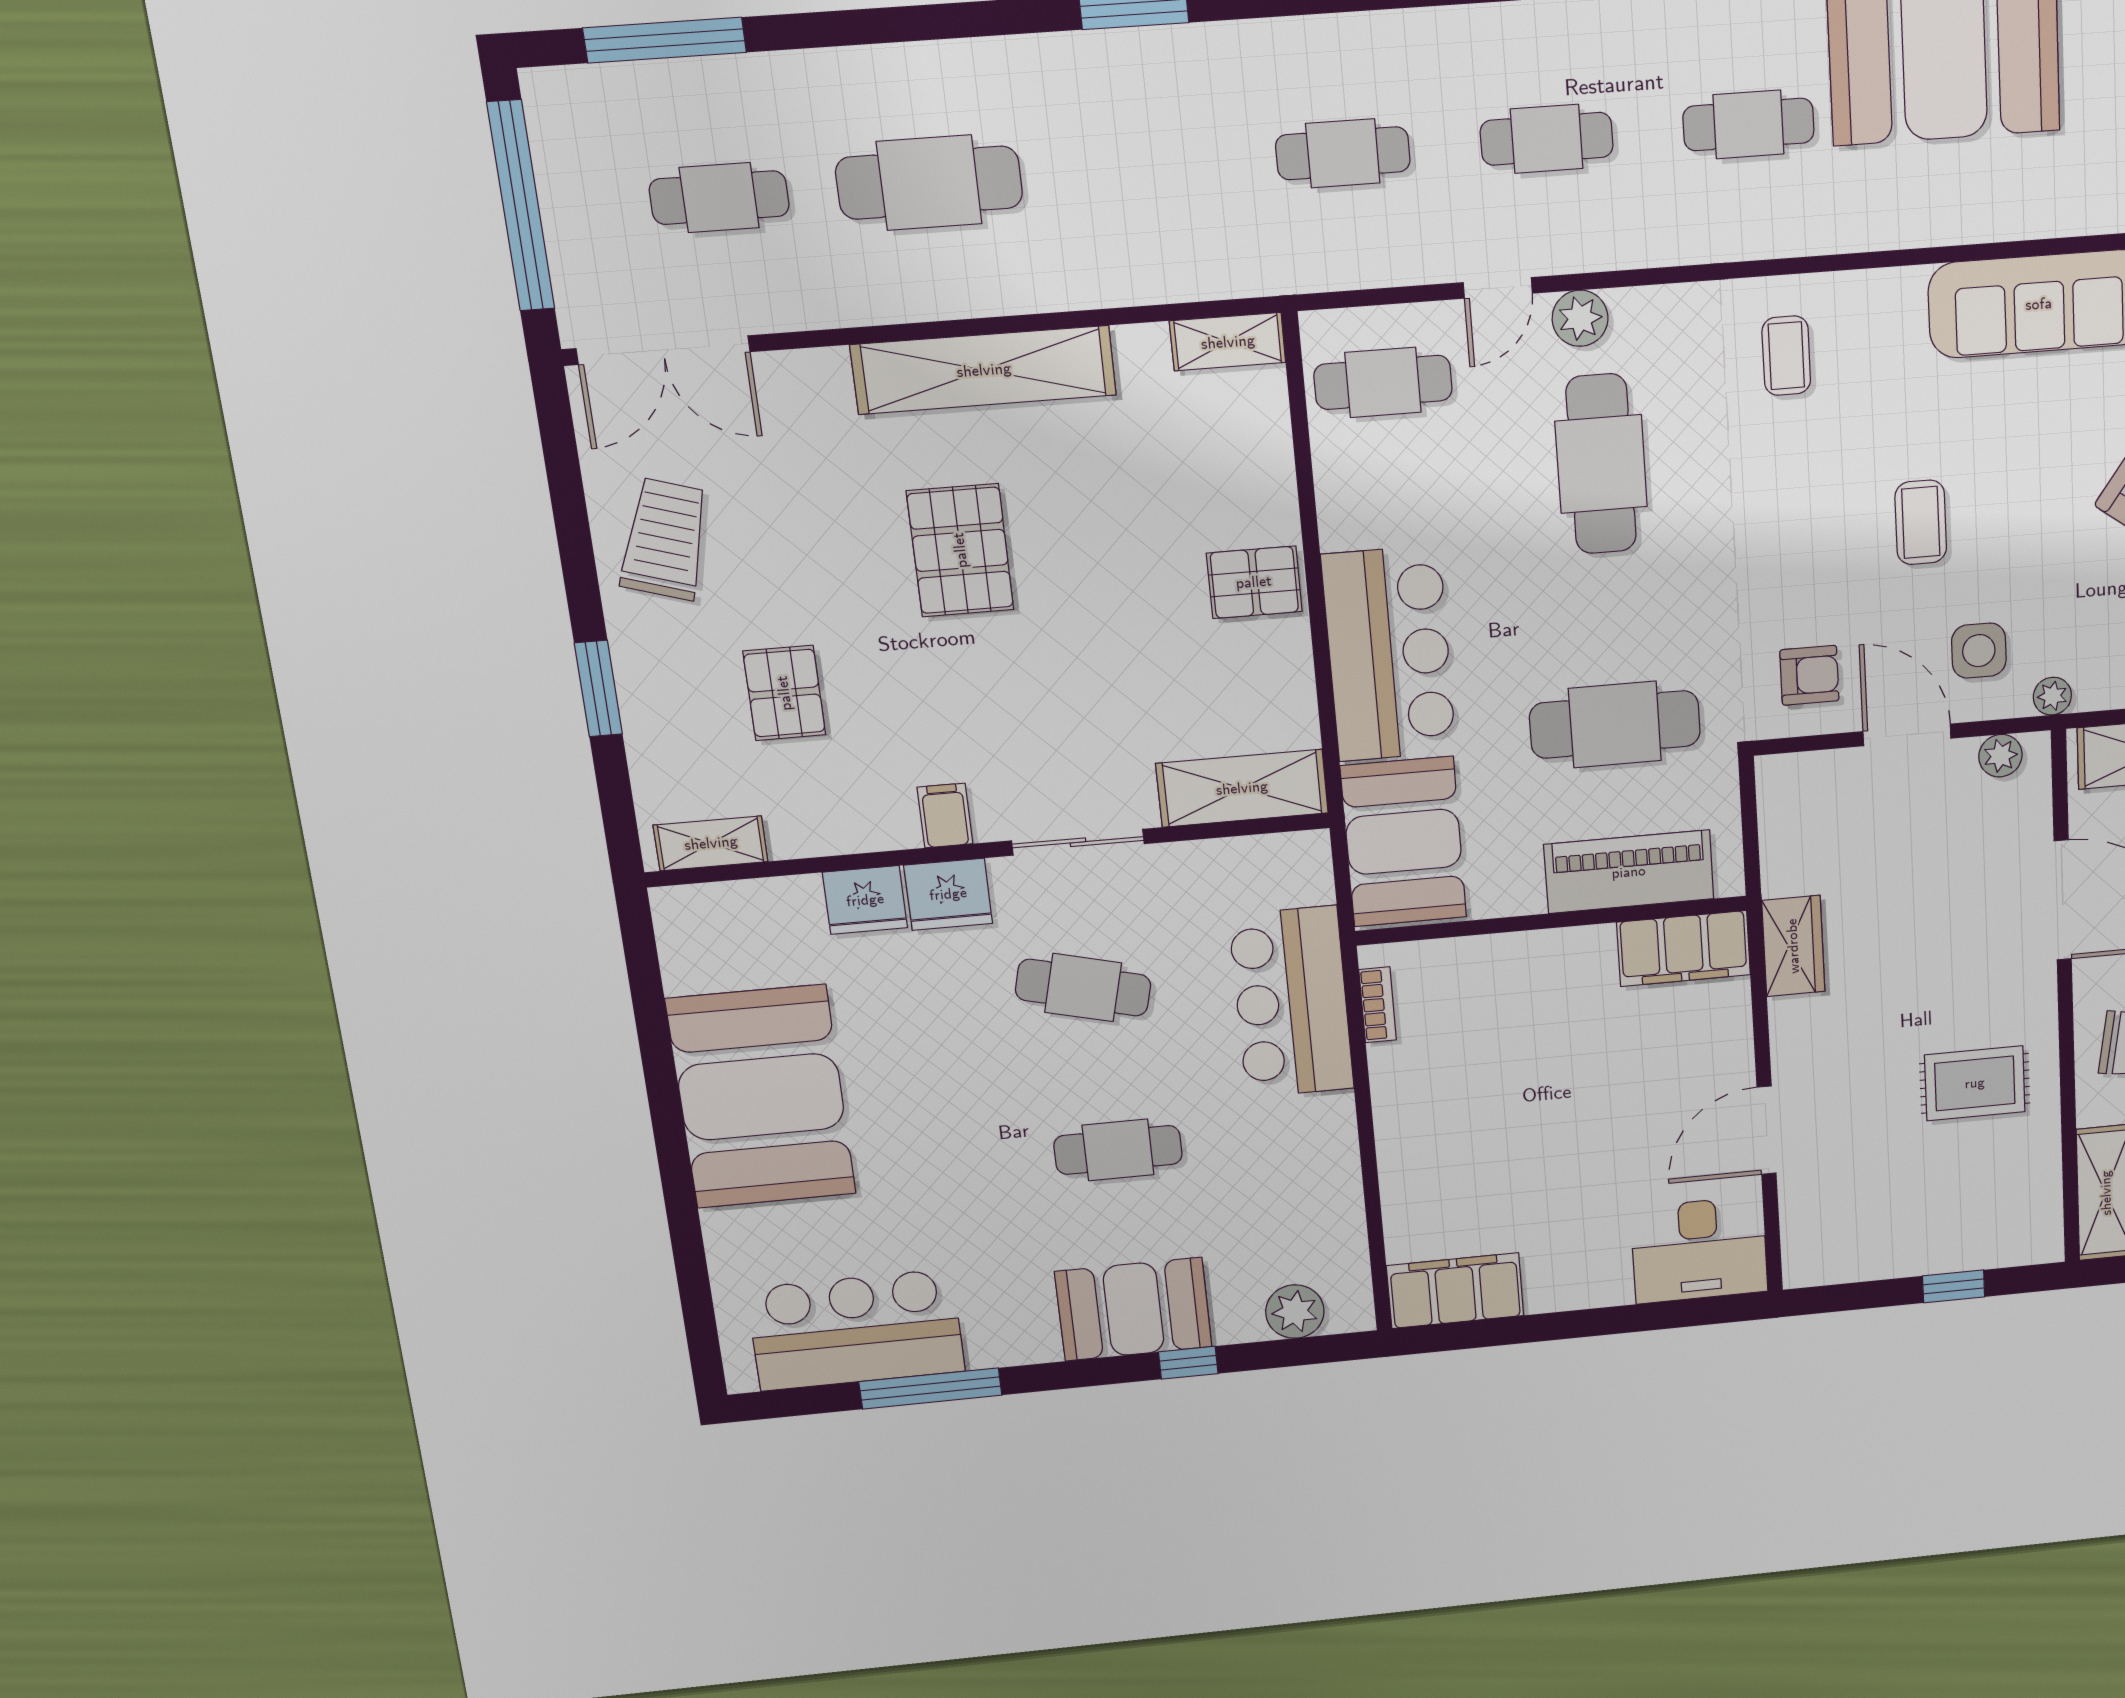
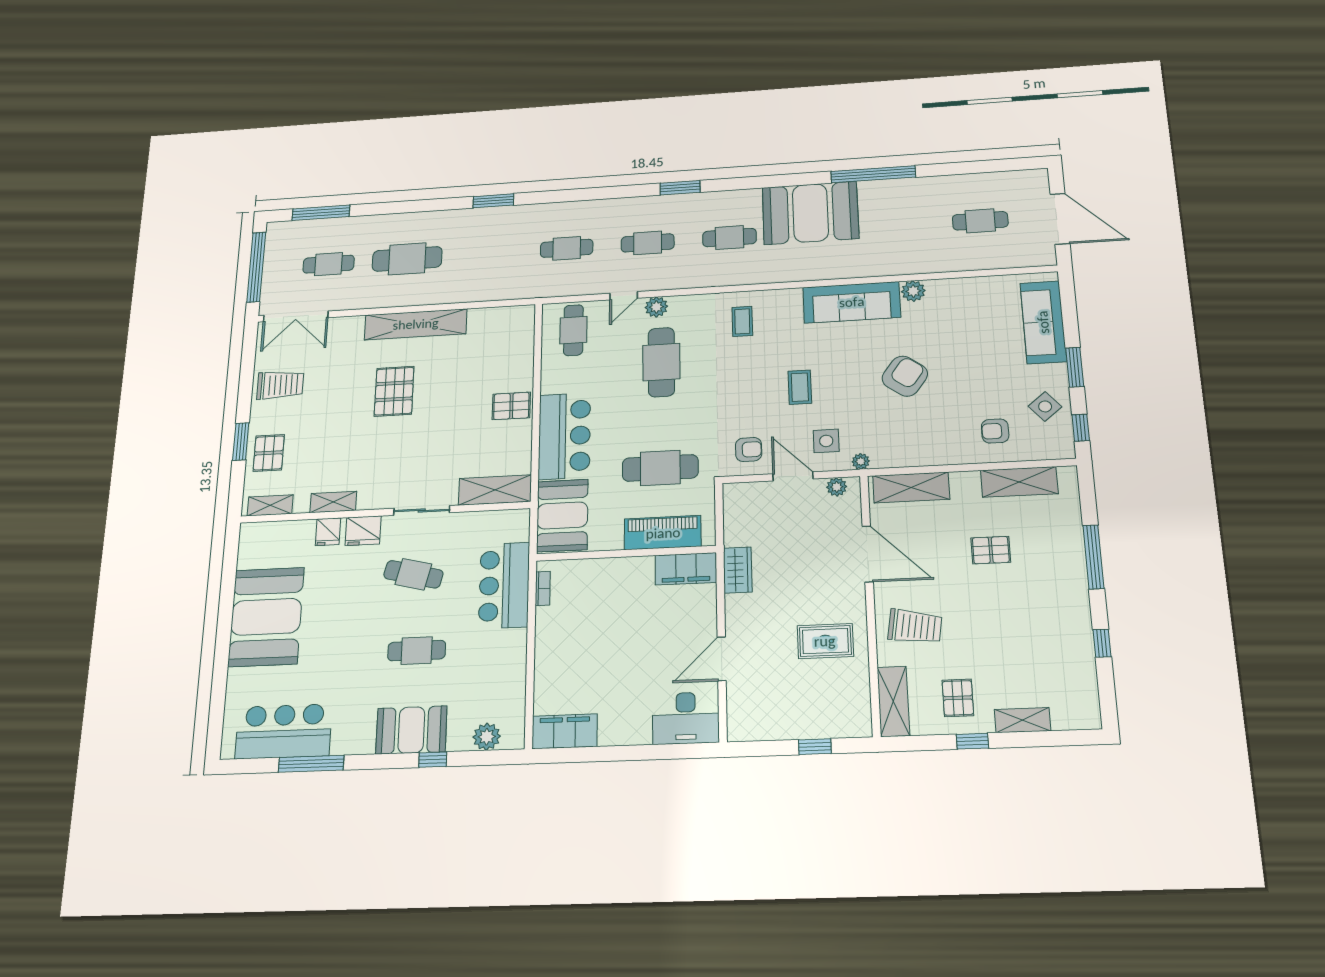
shelving: (1228, 342) -> (333, 502), moved
cafe table: (1383, 382) -> (573, 330), turned 90
trolley: (665, 539) -> (280, 385), turned 73
pallet: (784, 693) -> (269, 453), moved
filing cabinet: (945, 816) -> (368, 497), removed
fridge: (865, 900) -> (328, 532), width x0.72

